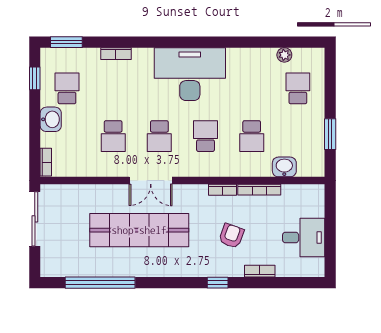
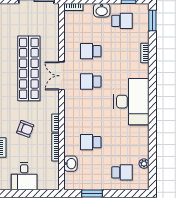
school desk: (206, 136) -> (91, 112), removed

